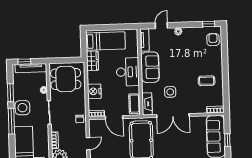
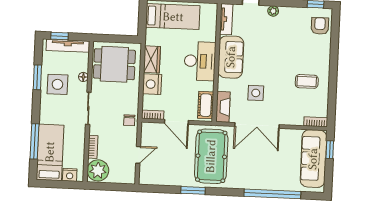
wardrobe: (92, 61) -> (152, 59), moved
side table: (22, 108) -> (57, 84), moved
window: (11, 121) -> (34, 141), moved
window: (227, 140) -> (330, 150), moved

